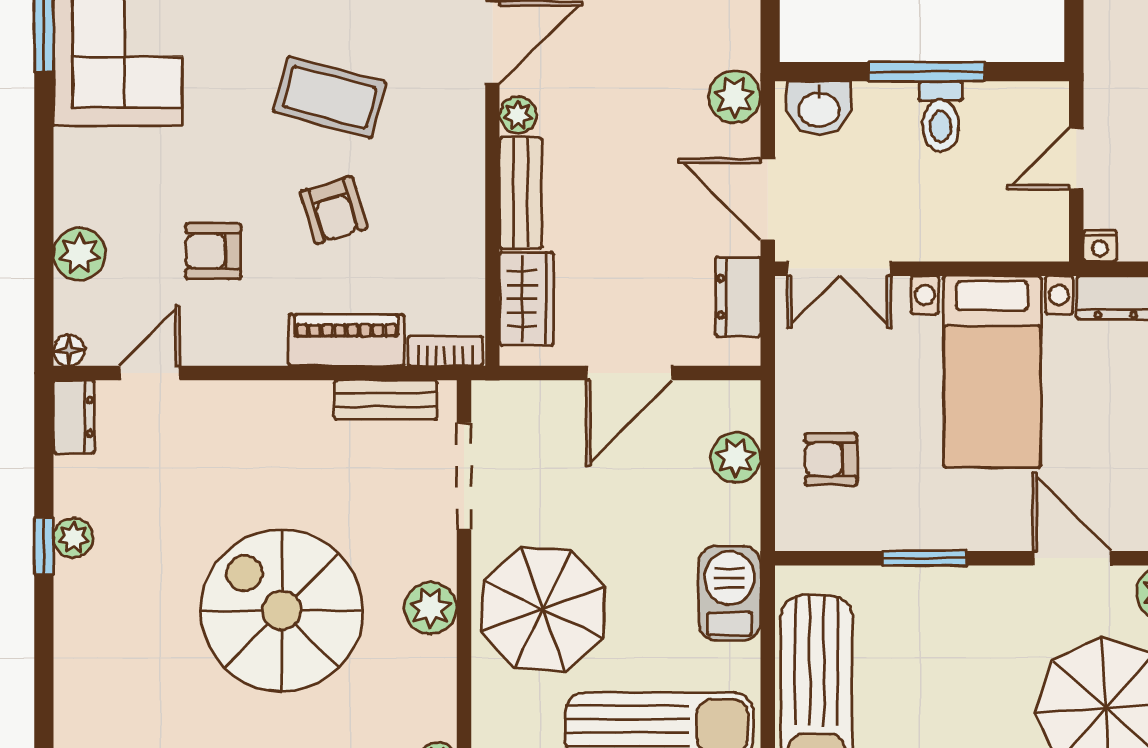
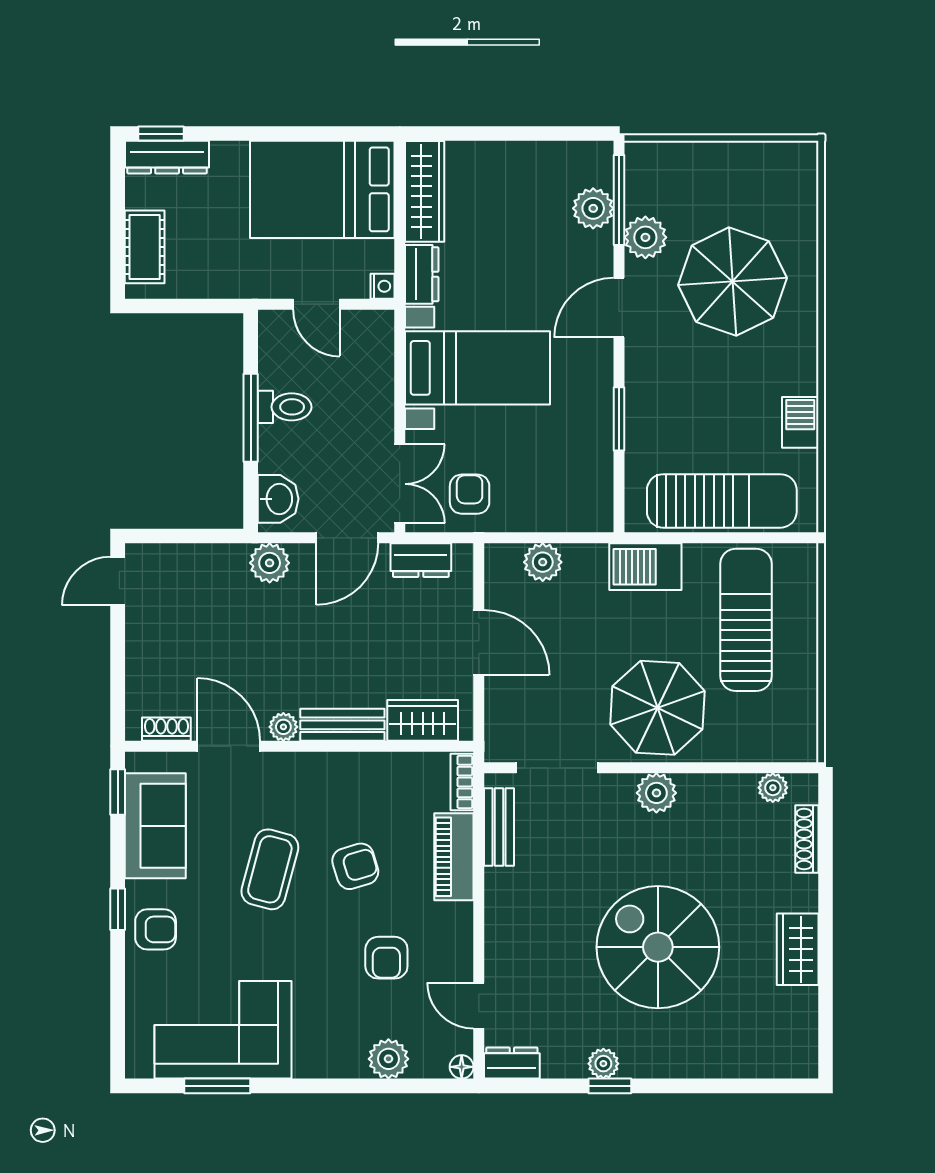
armchair: (831, 459) -> (470, 494), moved, turned 180
spiral stairs: (282, 610) -> (658, 947), moved, turned 90

